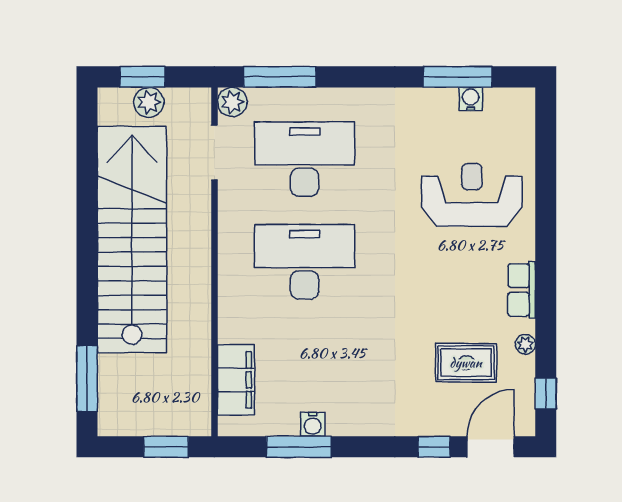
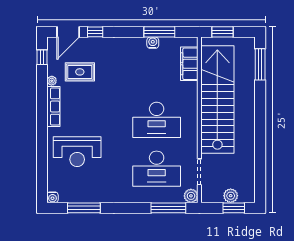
water cooler: (471, 99) -> (52, 197), moved
stairs: (132, 240) -> (217, 99), moved, turned 180
row of seats: (522, 290) -> (53, 107), width x1.48

